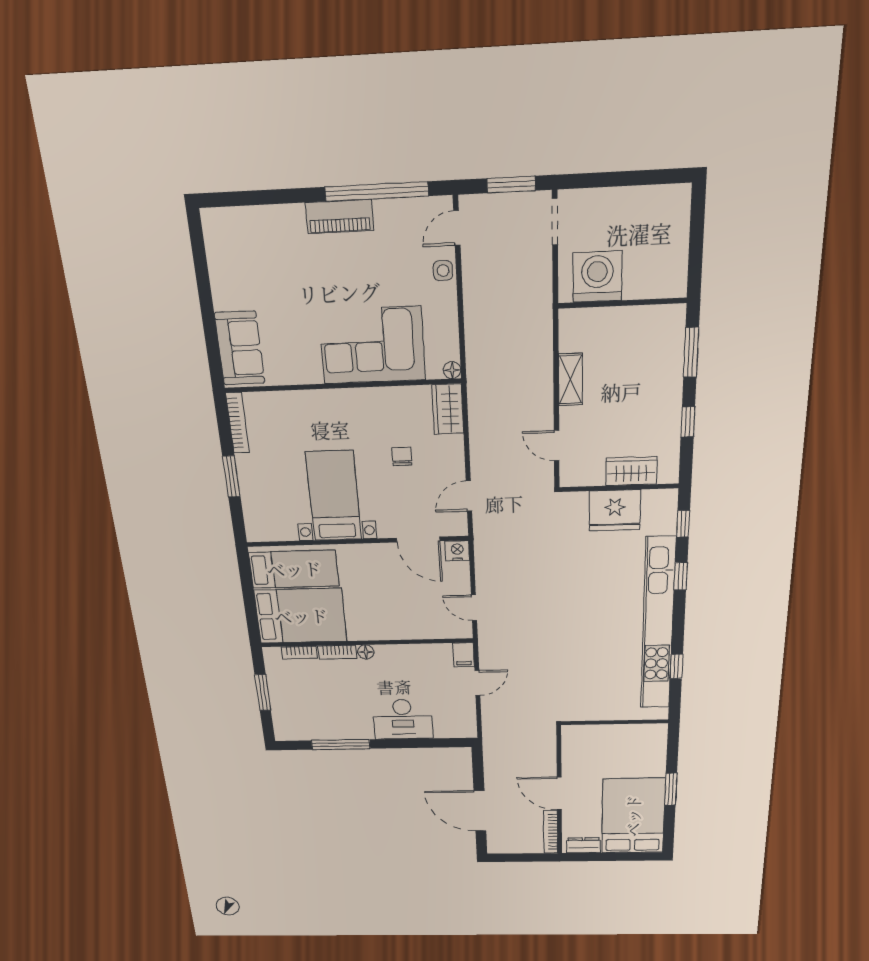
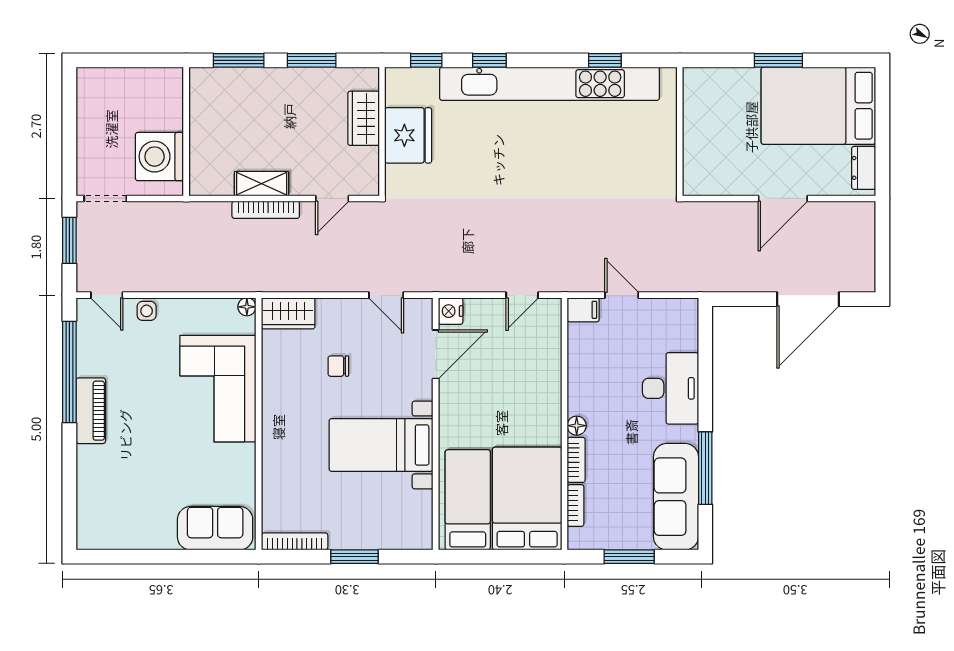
window: (688, 422) -> (312, 60), width x1.50
sofa: (315, 725) -> (676, 497), added
bookcase: (551, 832) -> (266, 210), moved

